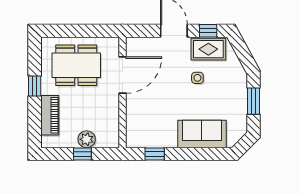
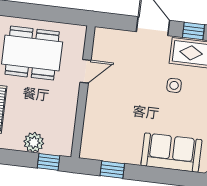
door: (122, 75) -> (85, 71), width x0.53
window: (82, 154) -> (48, 162), moved

